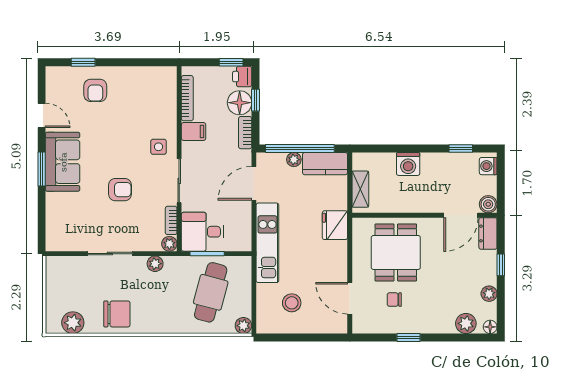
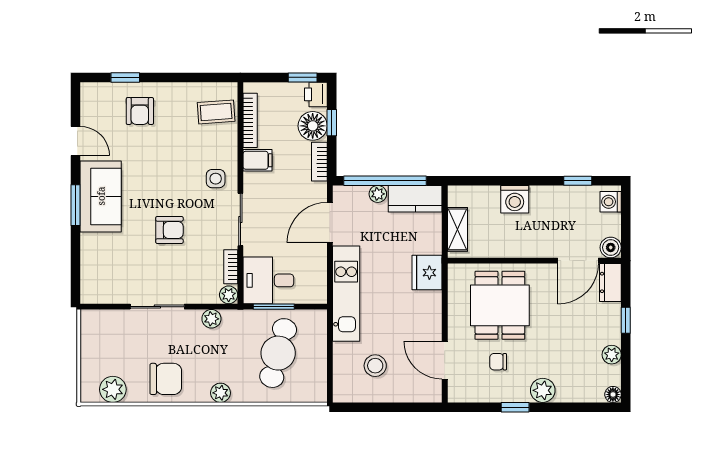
coffee table: (159, 91) -> (216, 112), added
plant: (466, 323) -> (543, 390), moved
plant: (243, 326) -> (221, 393), moved

